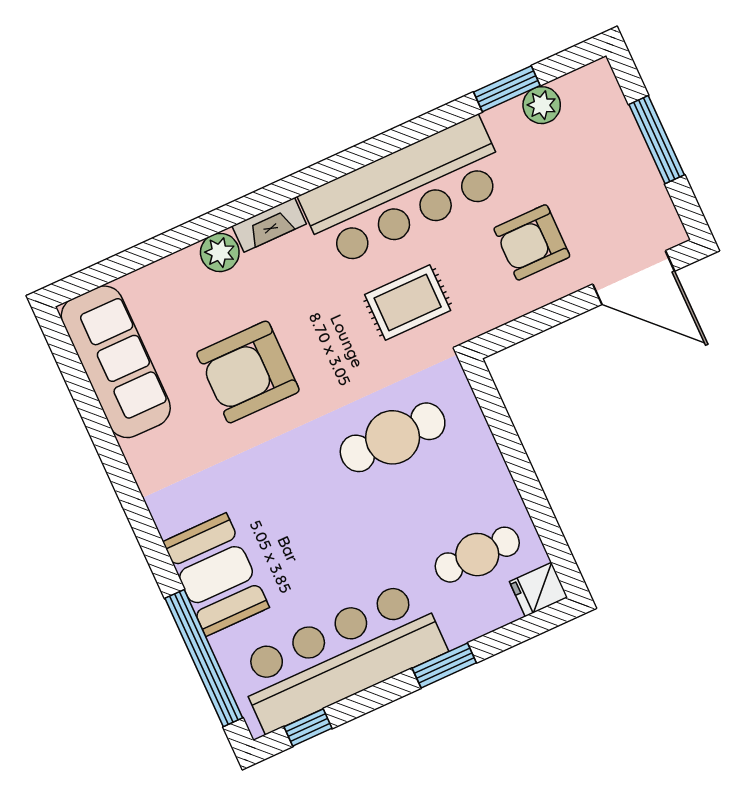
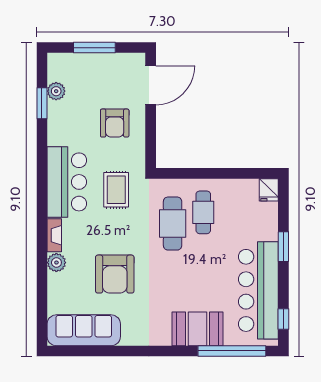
bar counter: (404, 192) -> (67, 182), width x0.73
cafe table: (477, 555) -> (203, 212), moved

